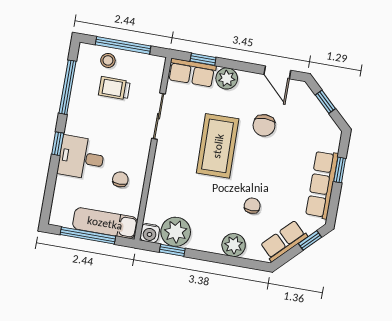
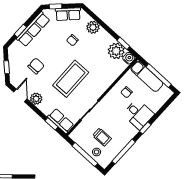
plant: (227, 78) -> (36, 99), moved
chair: (264, 125) -> (36, 66), moved

